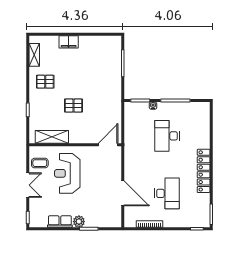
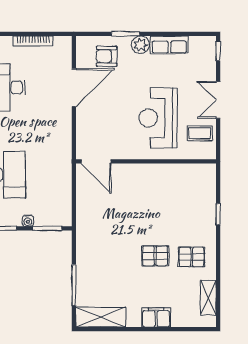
pallet: (74, 106) -> (155, 256), moved
shelving: (52, 137) -> (101, 317), moved
door: (108, 145) -> (96, 161), hinge flipped
reception desk: (67, 173) -> (158, 118), turned 180
door: (123, 193) -> (74, 88), swing flipped
armchair: (101, 214) -> (107, 56), added

